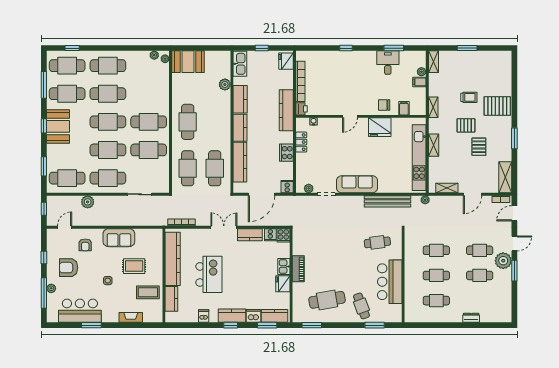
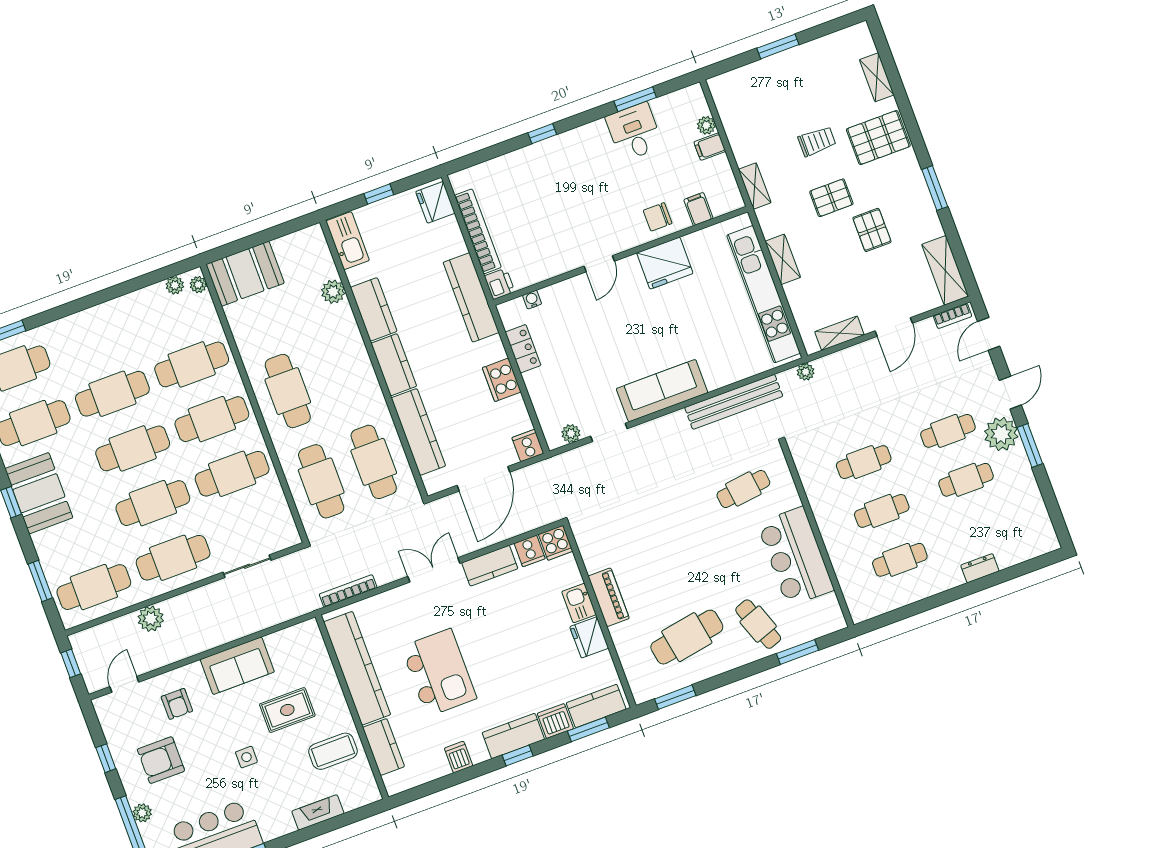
shelving: (433, 62) -> (877, 77), moved
cafe table: (108, 66) -> (192, 364), moved

